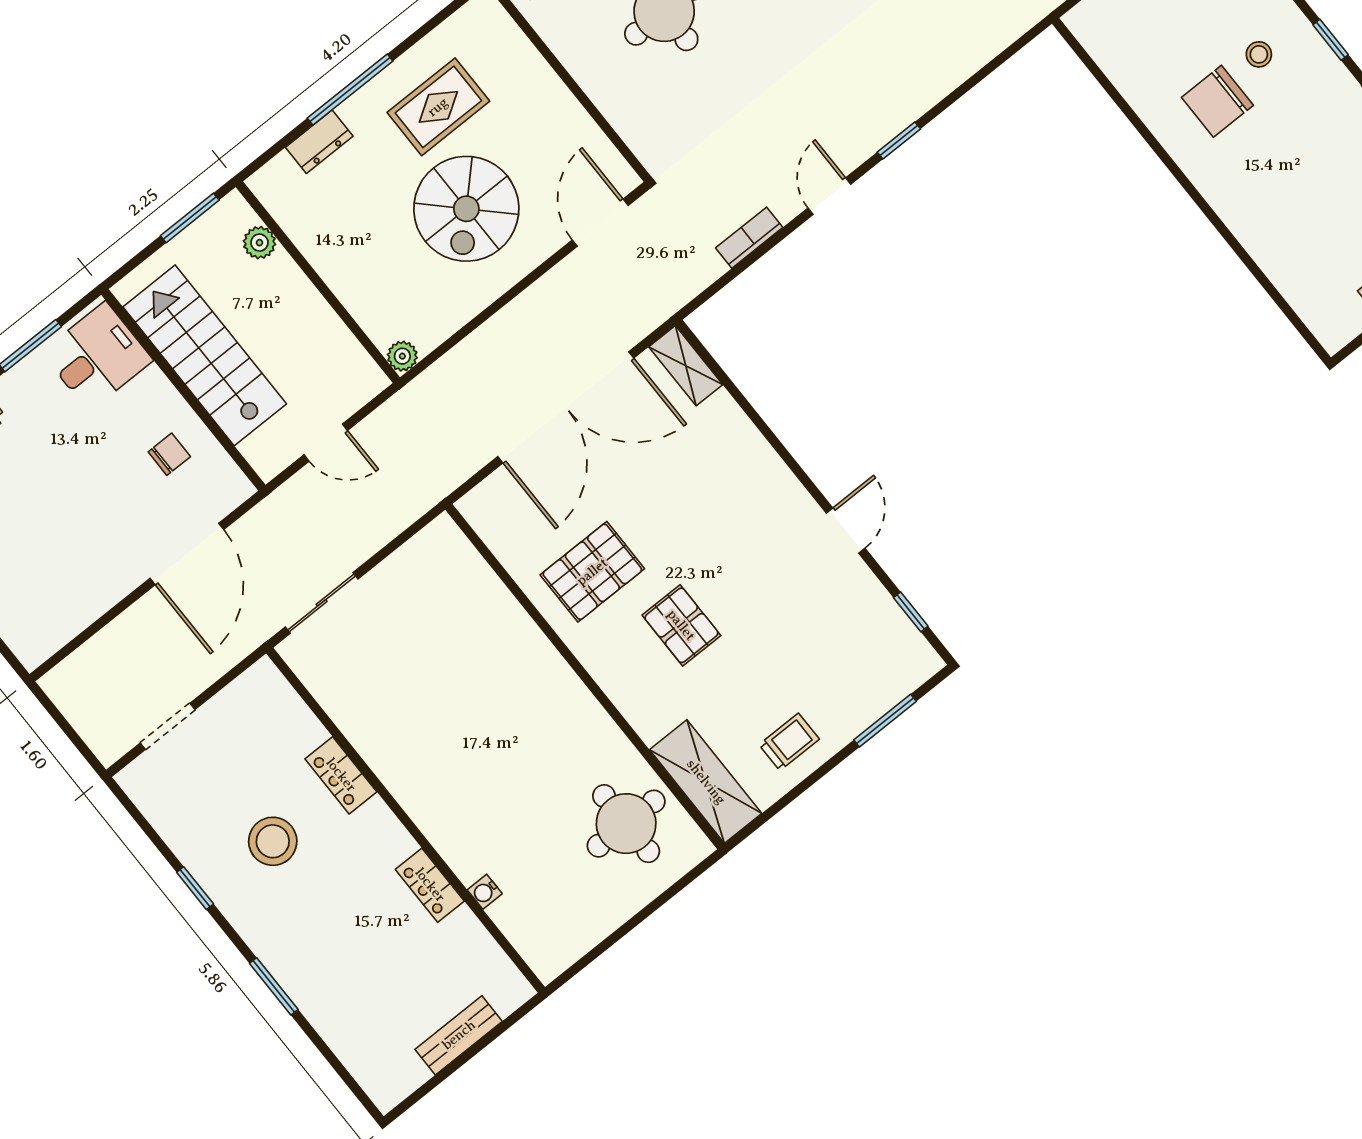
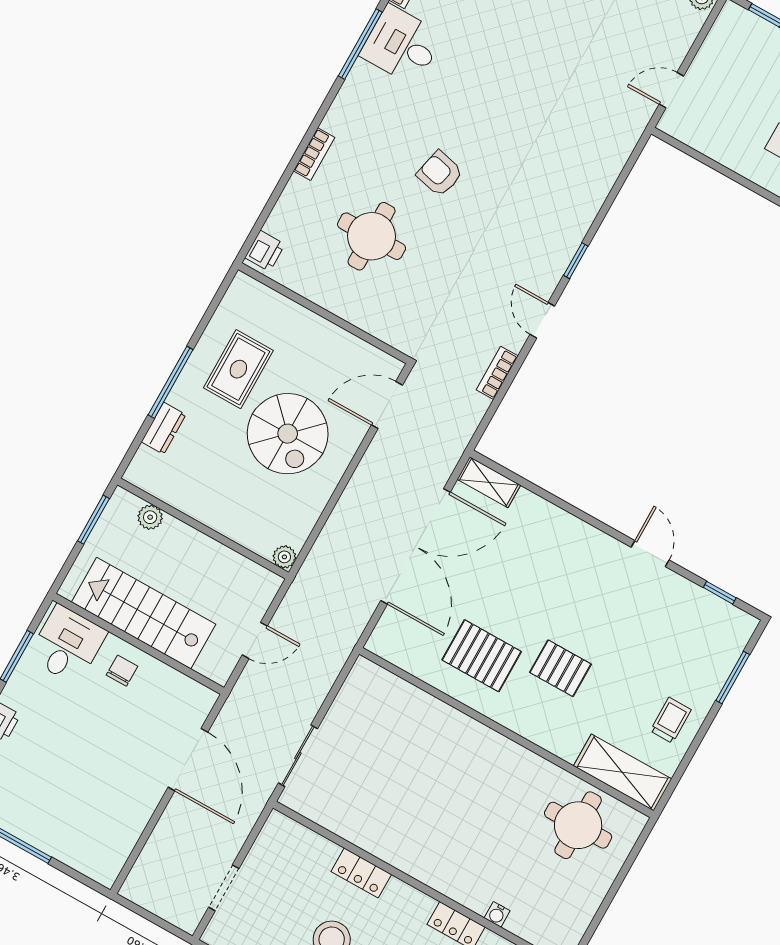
door: (600, 223) -> (387, 405), hinge flipped
chair: (169, 454) -> (122, 671), moved
pallet: (592, 572) -> (482, 656), turned 90

